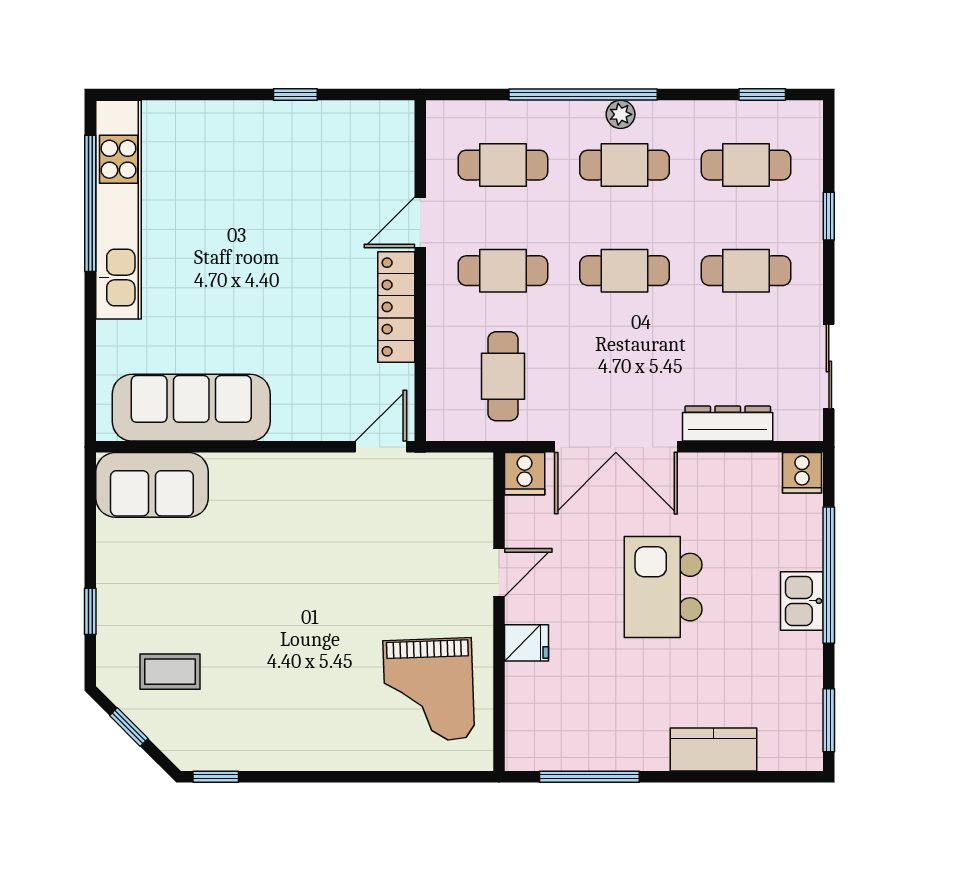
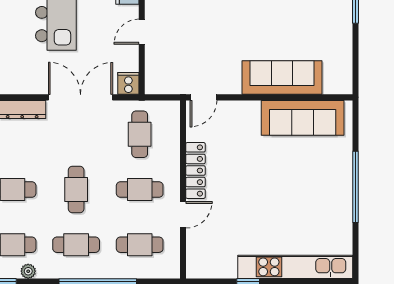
plant: (621, 114) -> (28, 271), moved
window: (90, 203) -> (355, 187), moved
kitchen unit: (119, 210) -> (295, 267), moved, turned 90
cafe table: (624, 271) -> (76, 189), turned 90
sofa: (152, 485) -> (282, 77), moved, width x1.36

